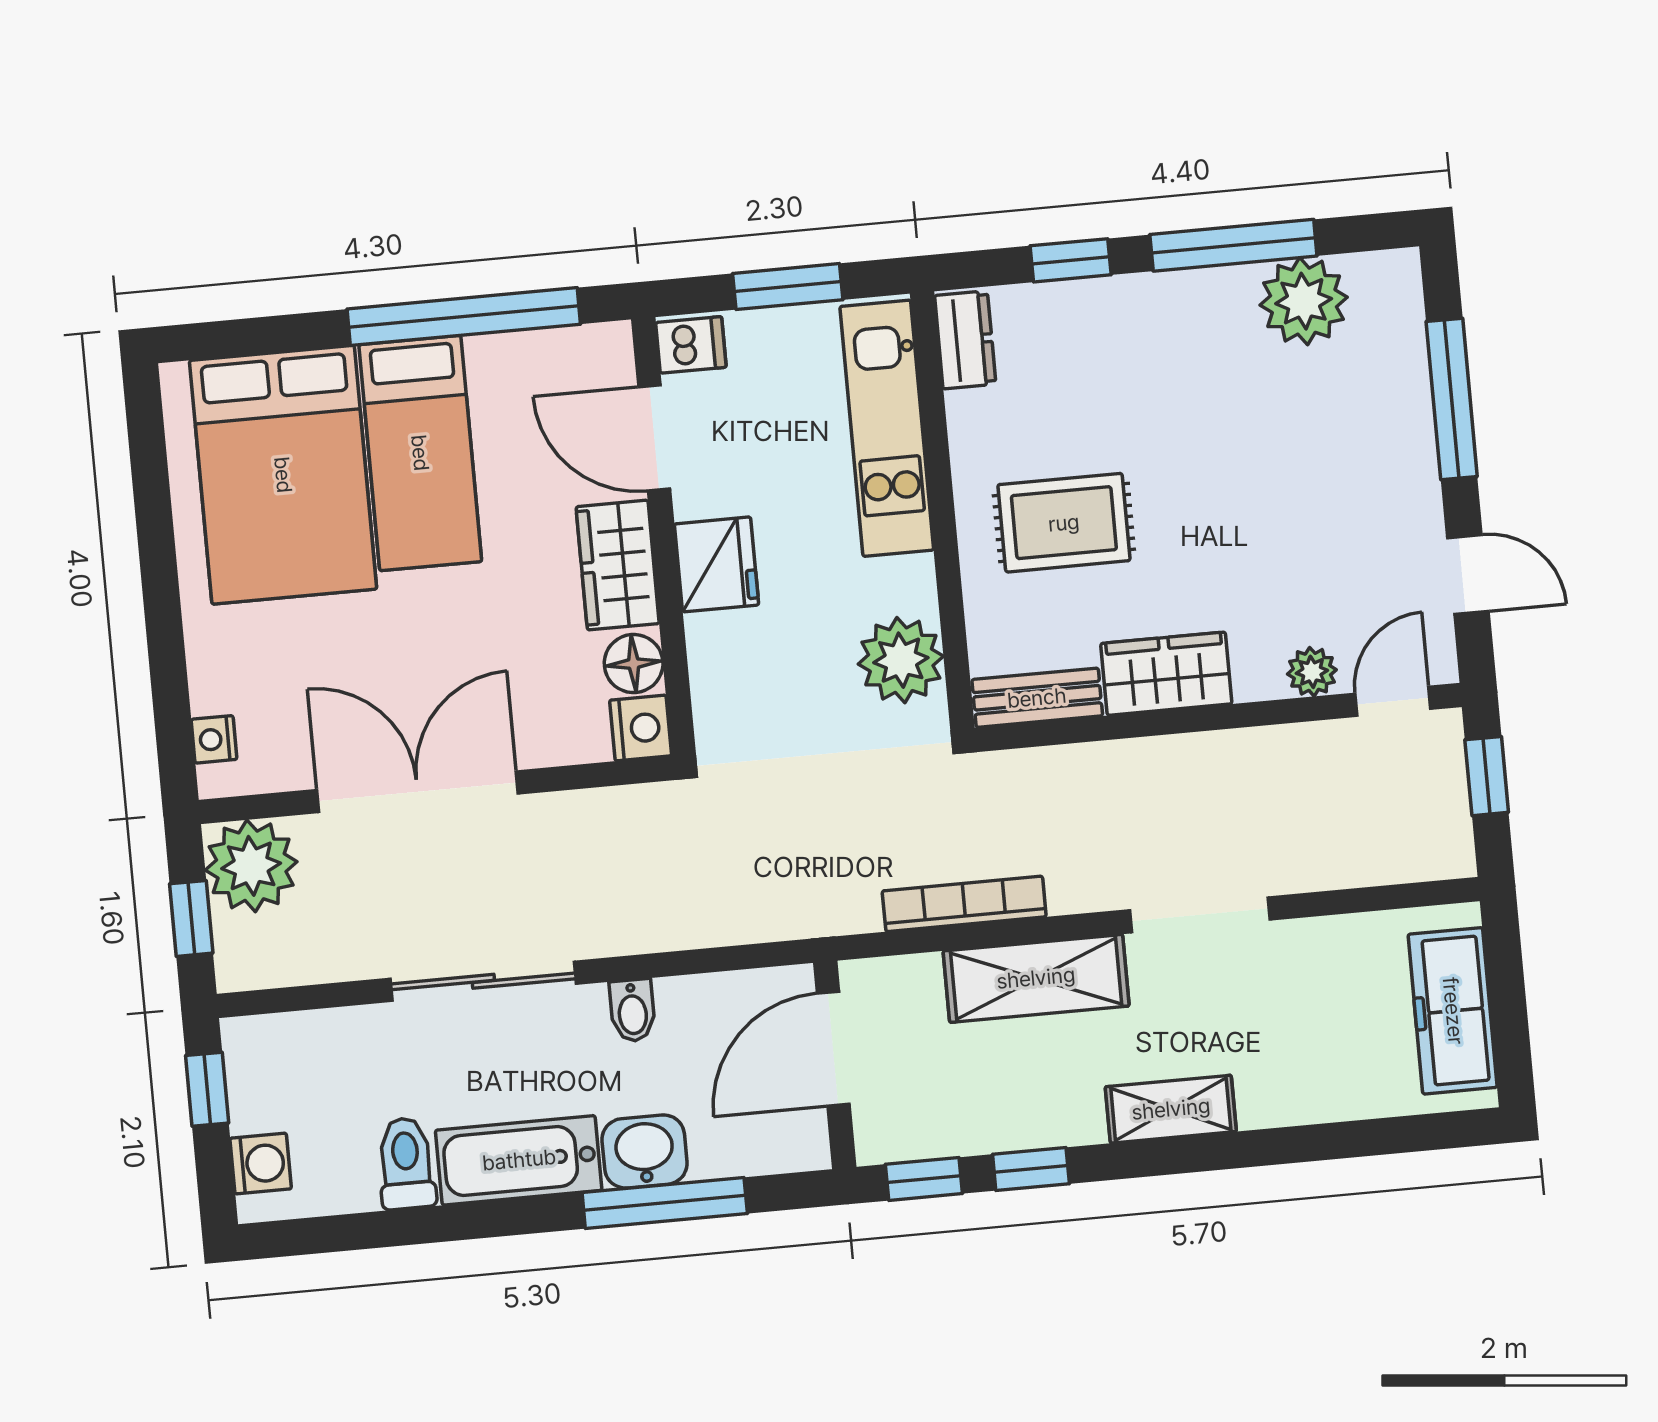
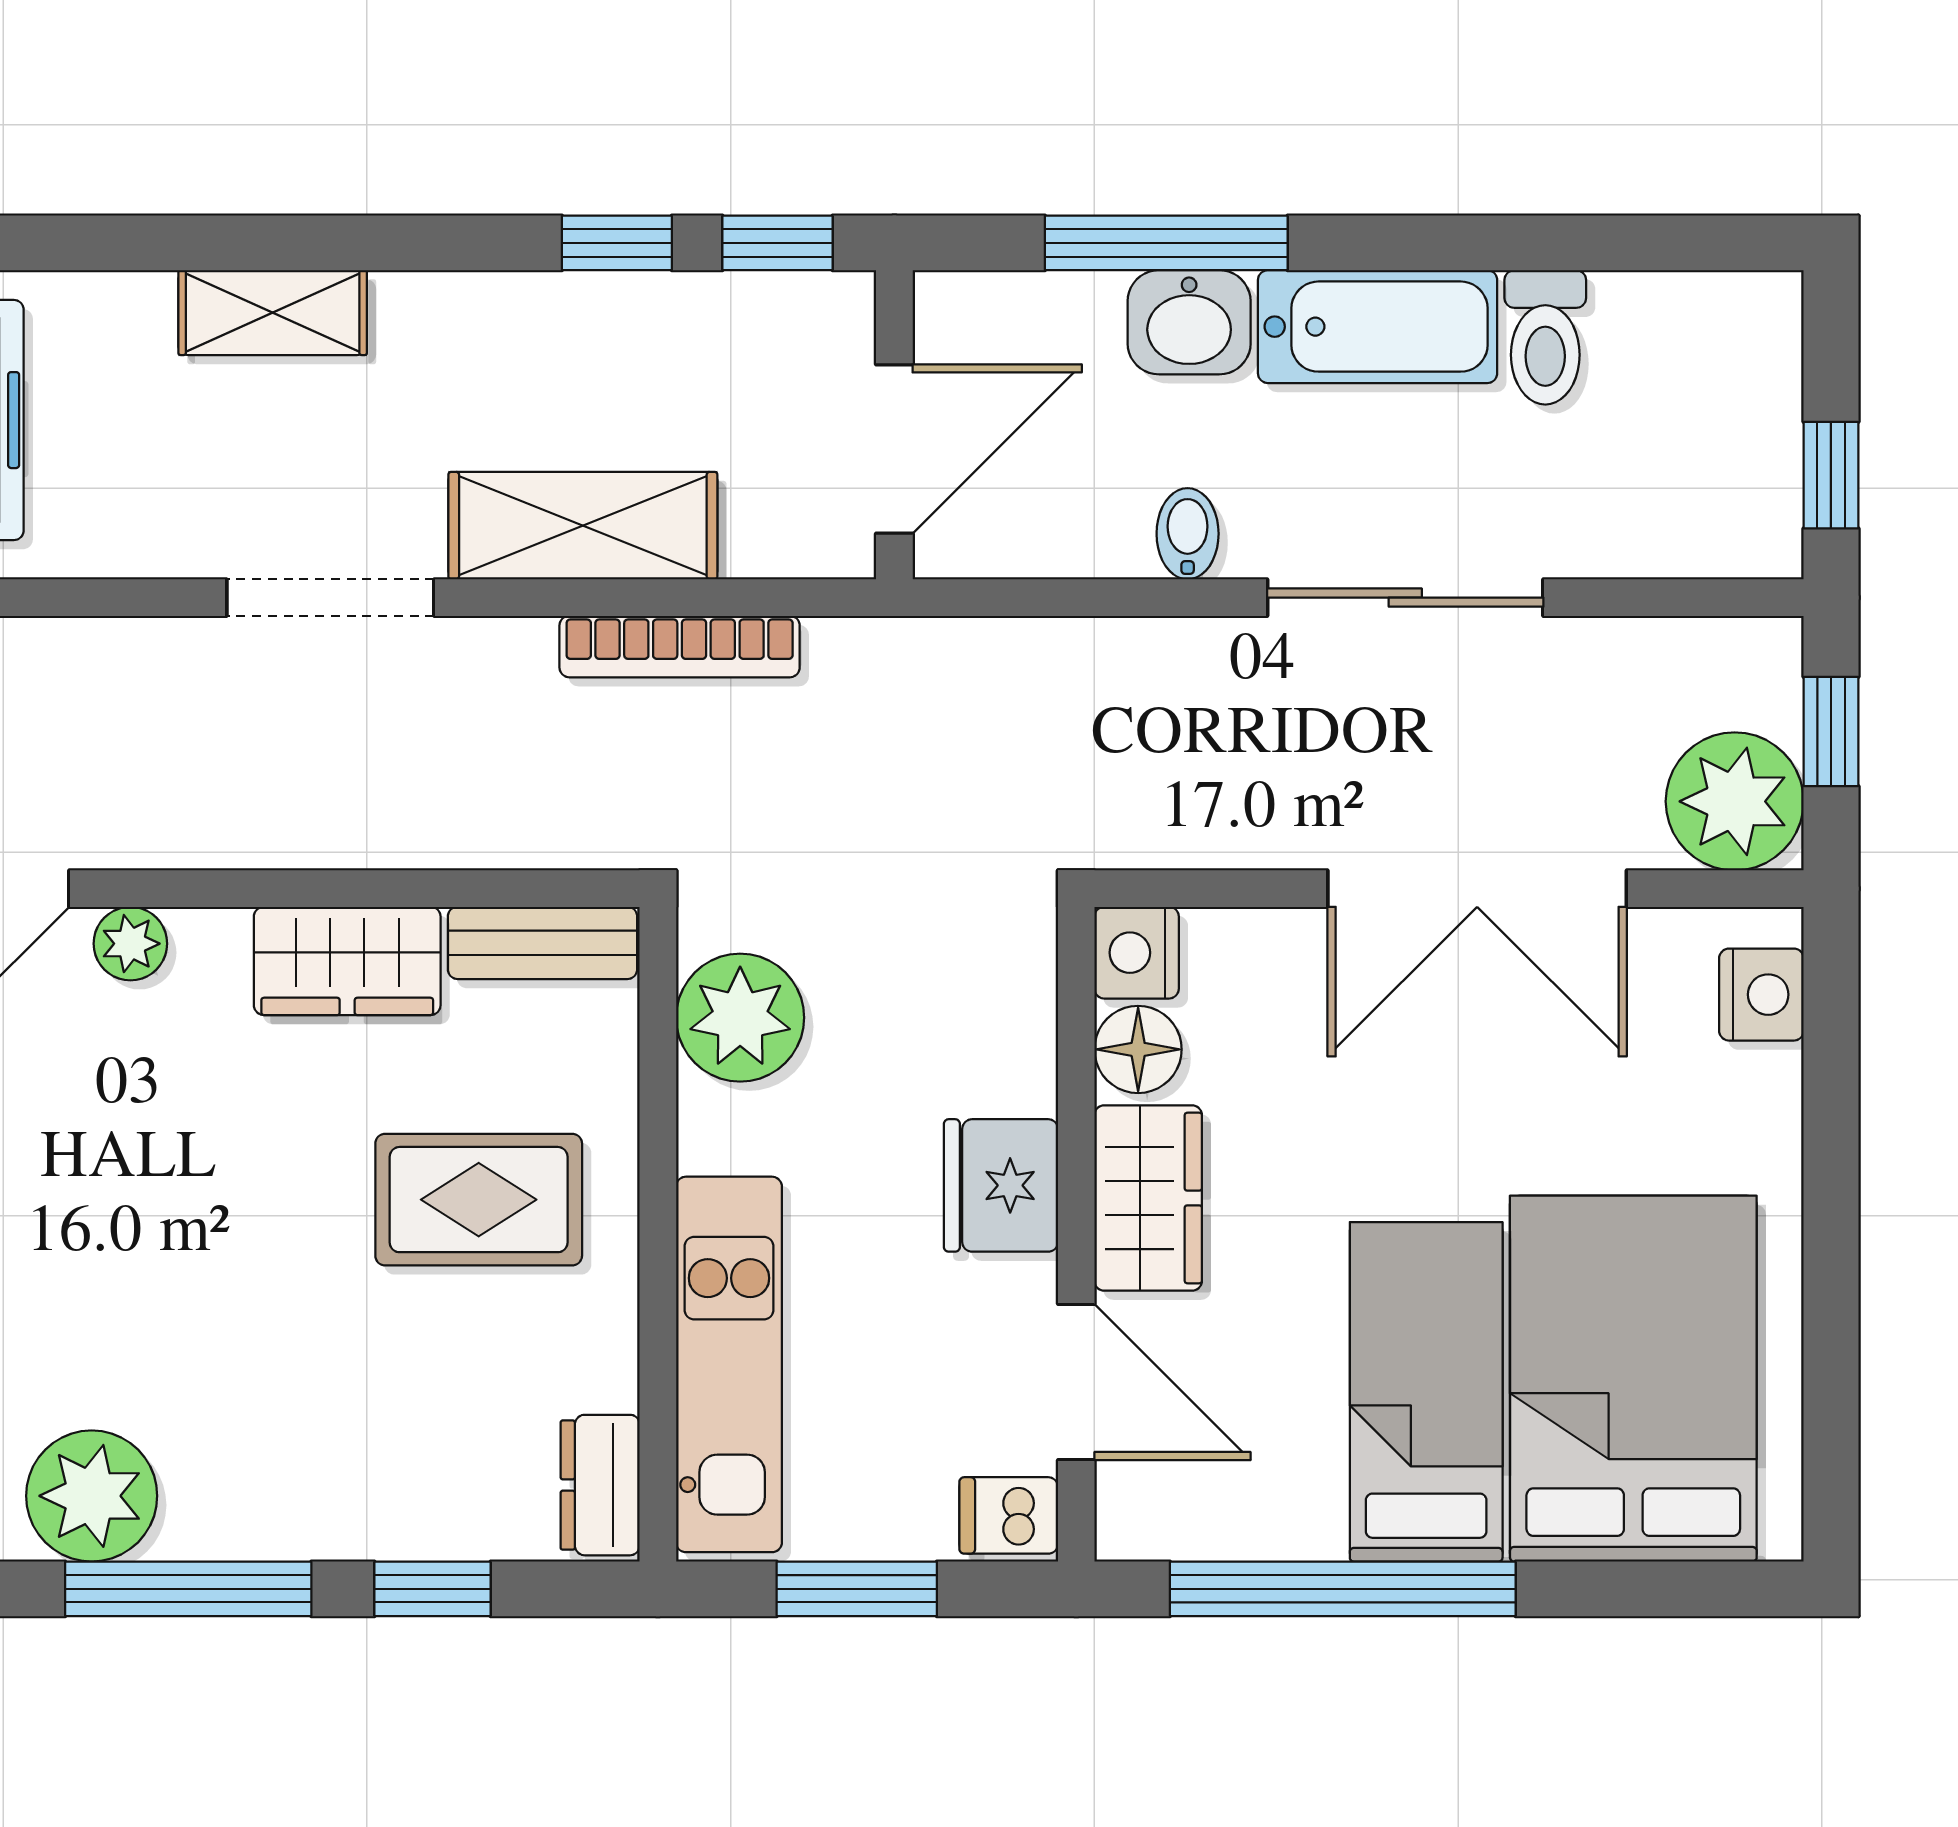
nightstand: (214, 739) -> (1761, 995), width x1.39, depth x1.35
shelving: (1171, 1109) -> (273, 313), moved
washing machine: (261, 1163) -> (1762, 357), removed

